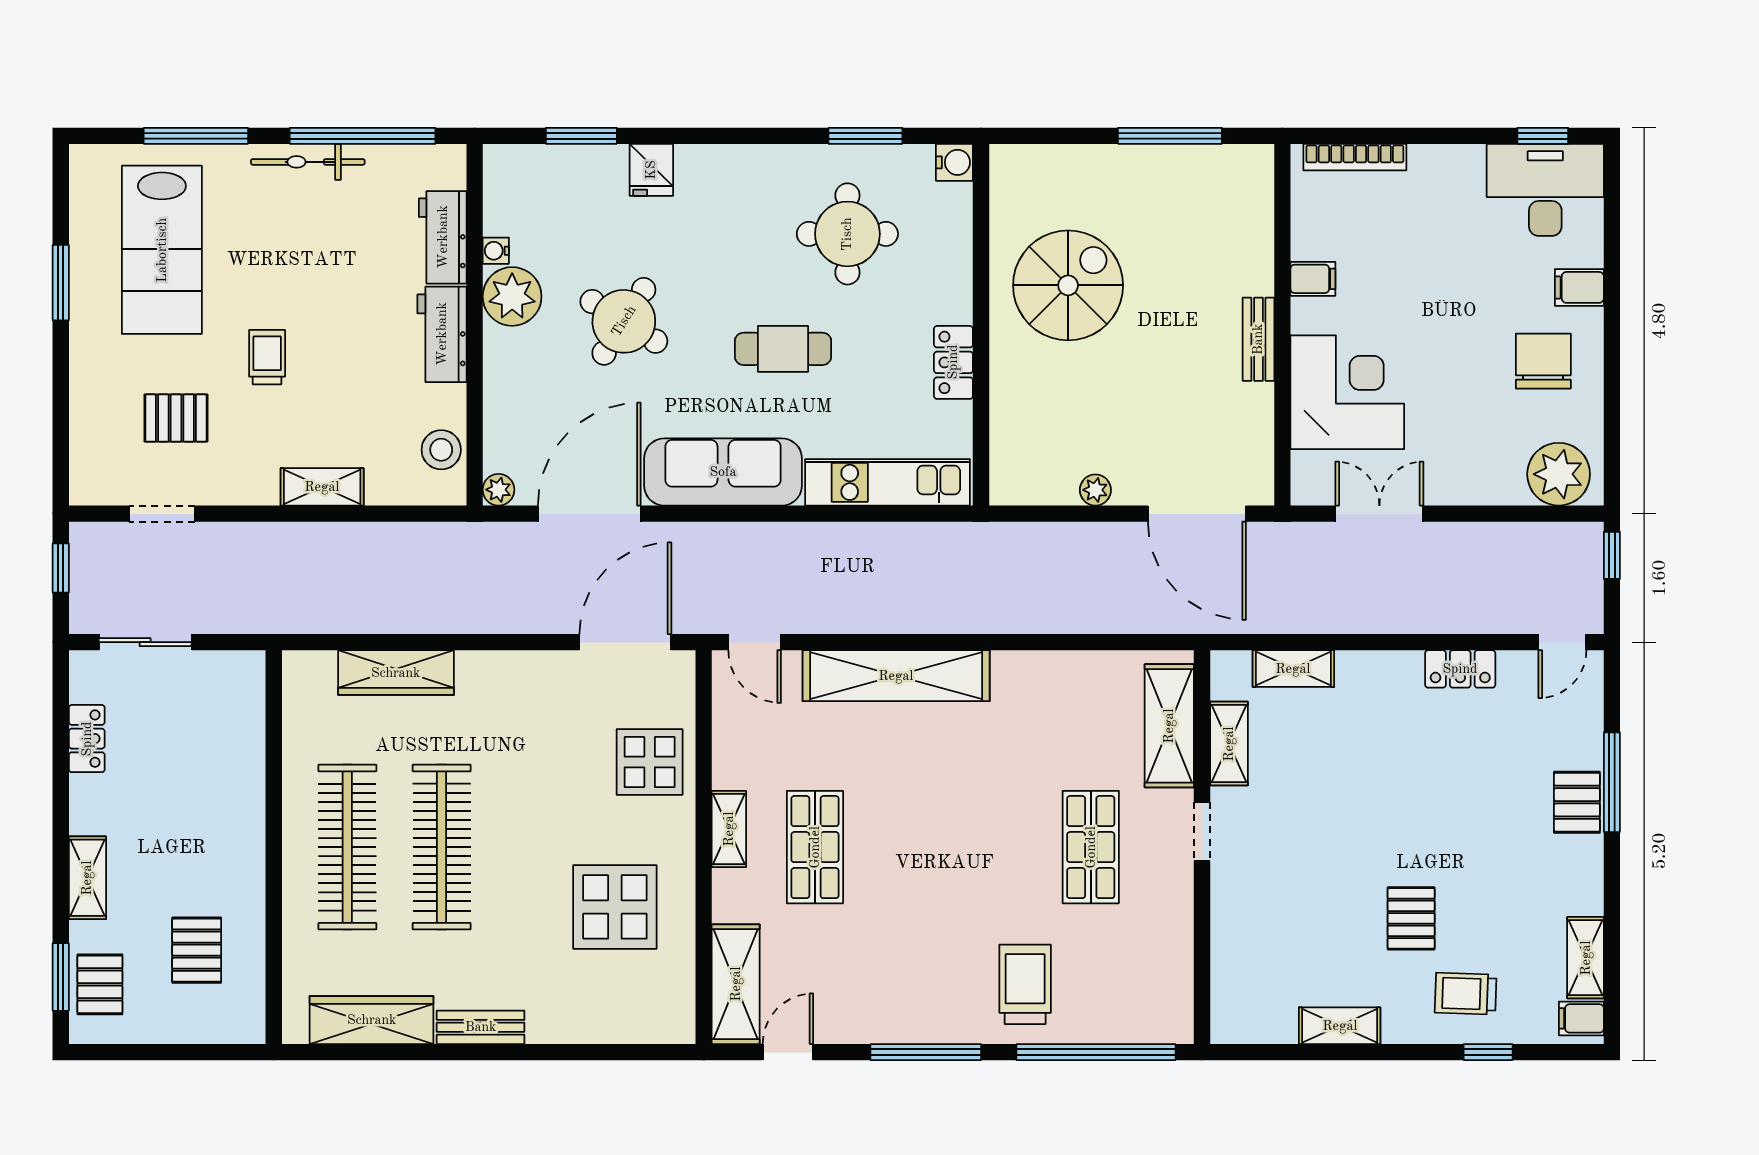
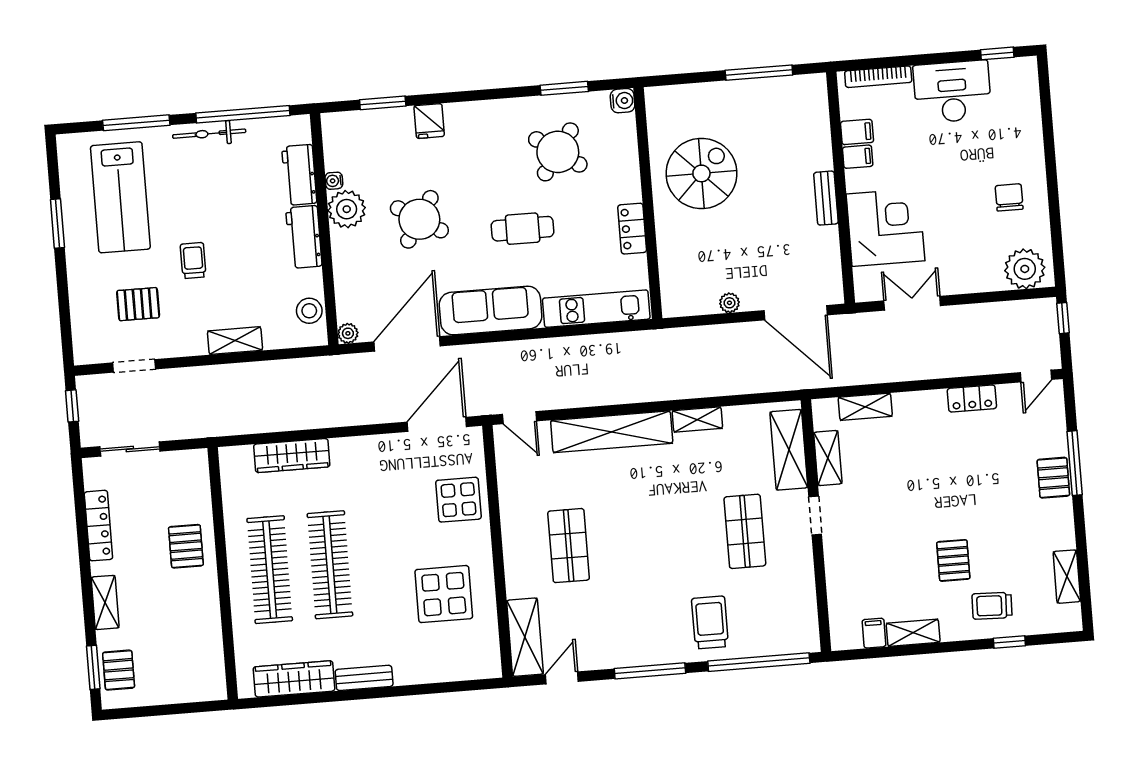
desk: (1545, 190) -> (952, 92), moved
round table: (847, 234) -> (558, 152), turned 35
filing cabinet: (1579, 287) -> (857, 132), moved, turned 180
chair: (1543, 361) -> (1009, 197), width x0.73, depth x0.73
locker: (87, 739) -> (98, 526), width x1.53
shelving: (729, 829) -> (697, 420), moved, turned 90
pallet: (197, 950) -> (186, 546), moved
filing cabinet: (1581, 1018) -> (874, 633), moved, turned 90

